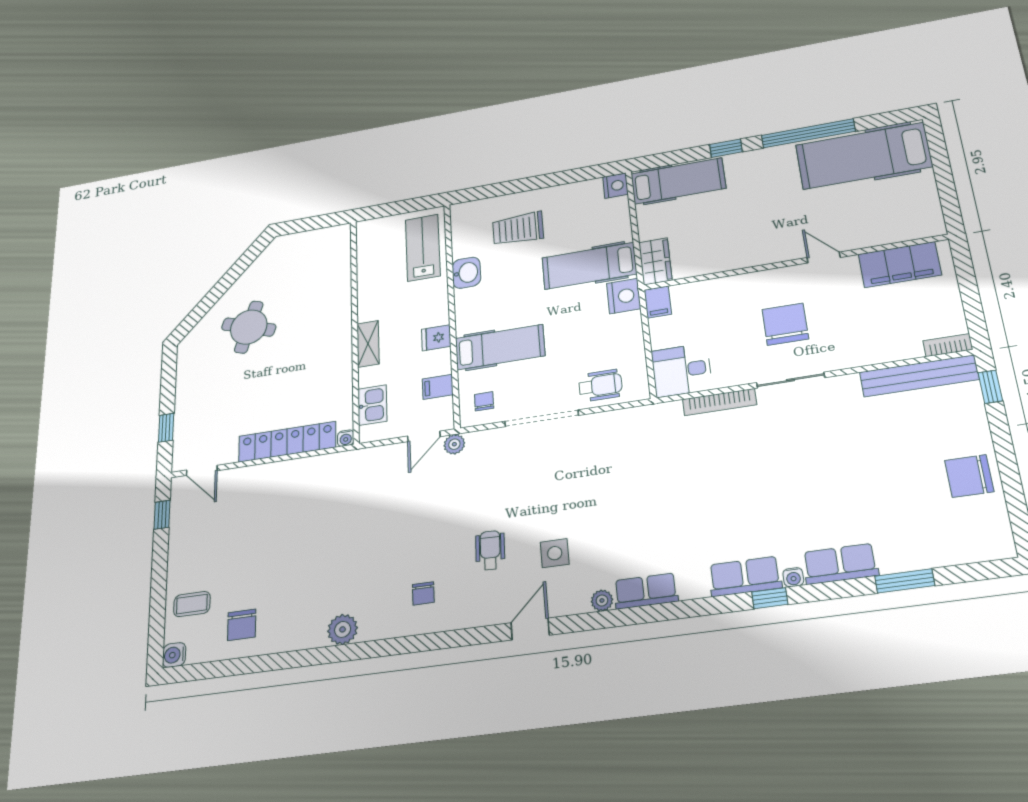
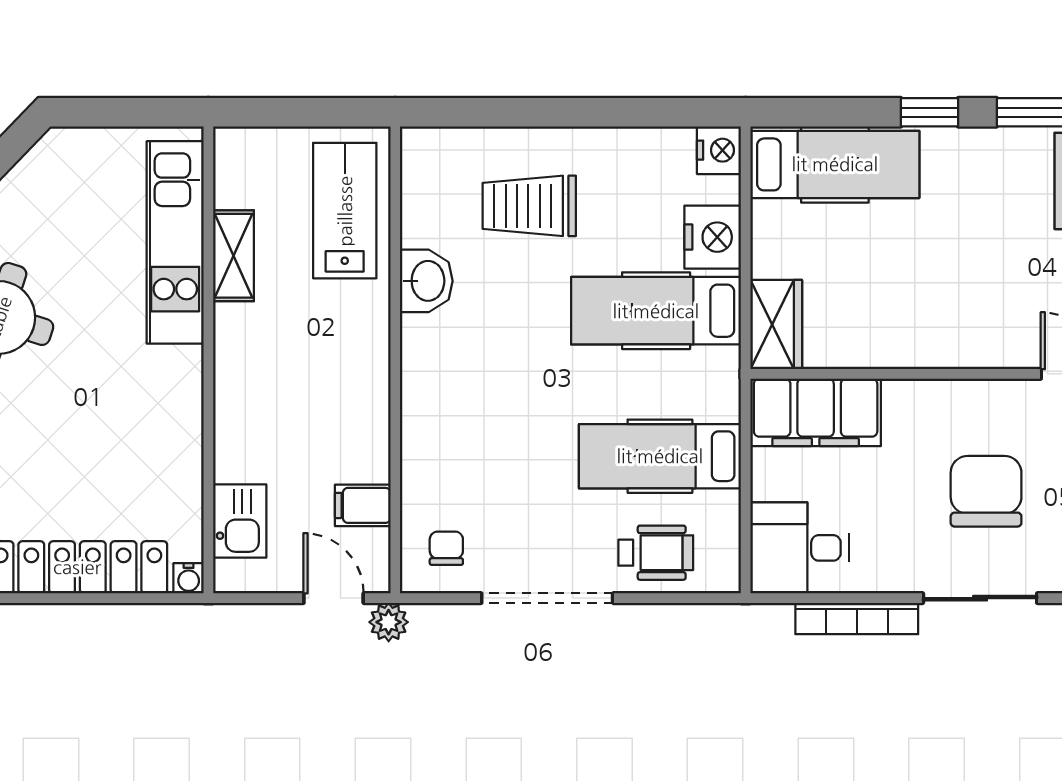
kitchen unit: (337, 277) -> (175, 242), added
nightstand: (624, 296) -> (713, 237), moved
filing cabinet: (658, 302) -> (816, 412), width x3.00, depth x1.17
fridge: (436, 338) -> (364, 406), removed
shelving: (368, 344) -> (234, 256), moved
hospital bed: (500, 347) -> (660, 456), moved, turned 180
door: (424, 436) -> (334, 598), swing flipped

